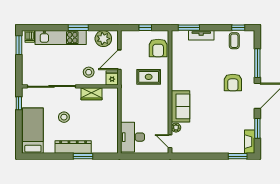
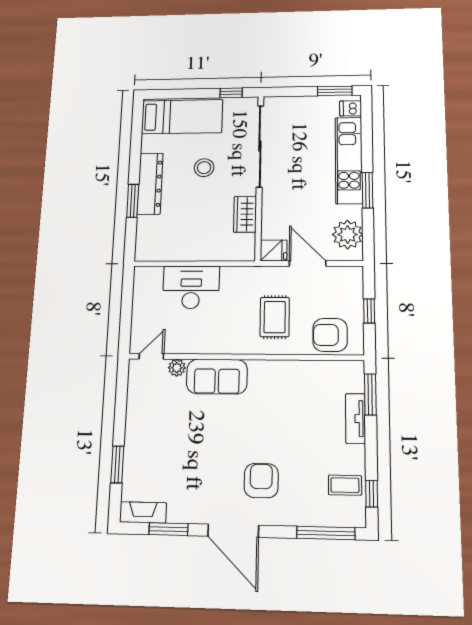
window: (257, 63) -> (326, 533), moved
stool: (89, 72) -> (285, 209), removed
armchair: (233, 82) -> (261, 481), turned 90
desk: (132, 137) -> (191, 287), moved
window: (238, 156) -> (117, 464), moved

